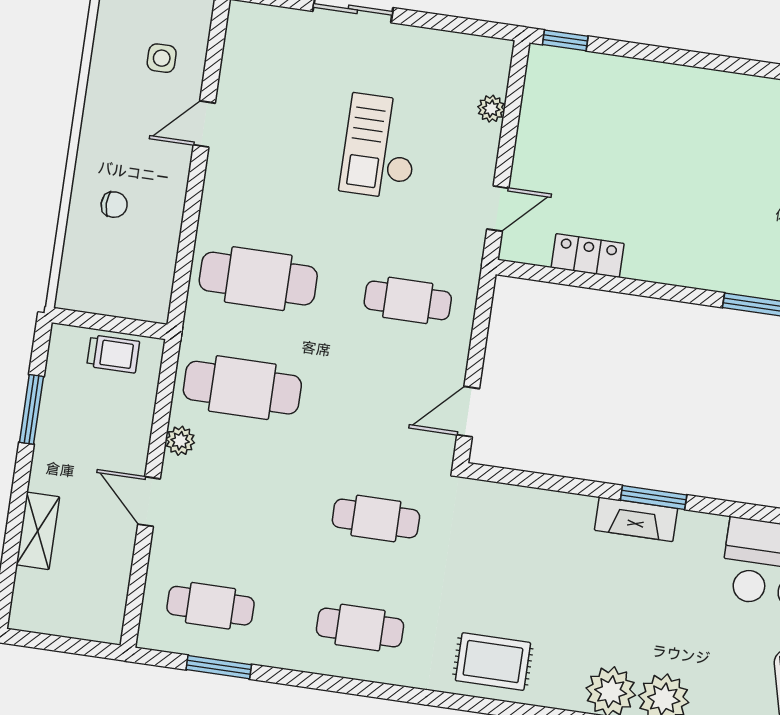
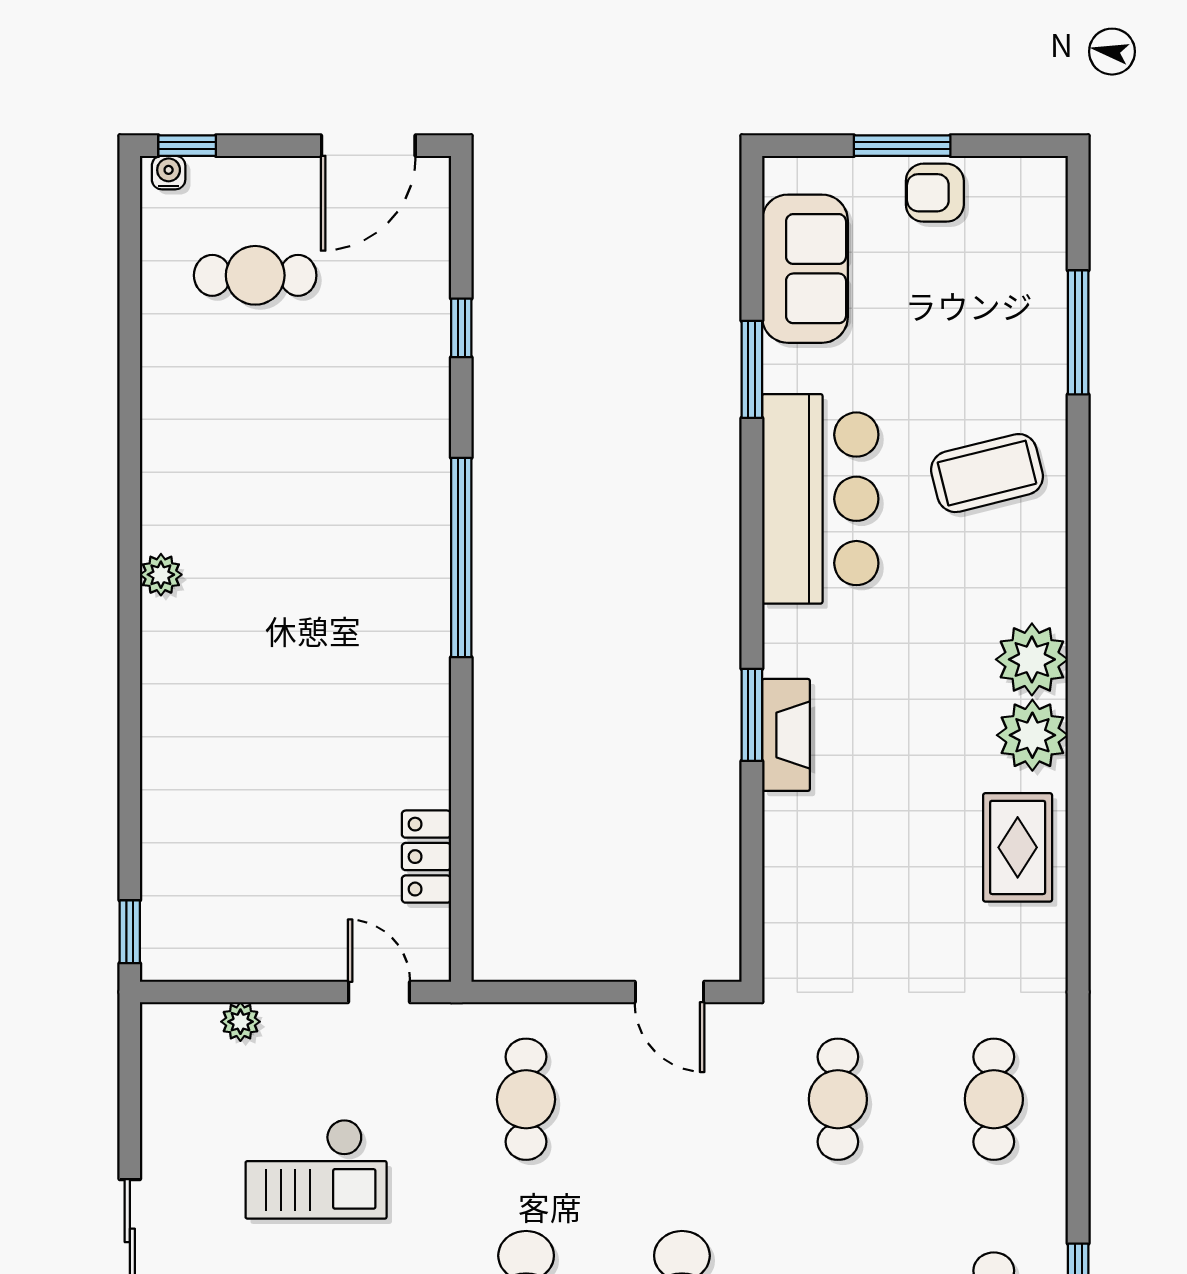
rug: (493, 662) -> (1018, 847), moved

